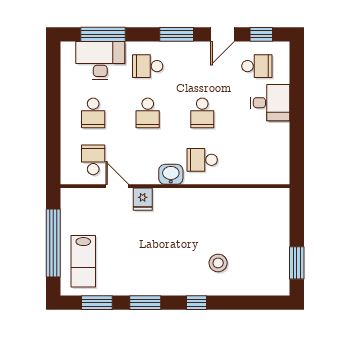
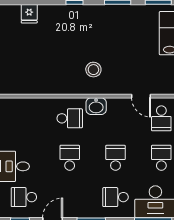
school desk: (148, 66) -> (116, 197), turned 180
fridge: (143, 199) -> (29, 14), moved, turned 180
stool: (218, 263) -> (93, 70), moved

